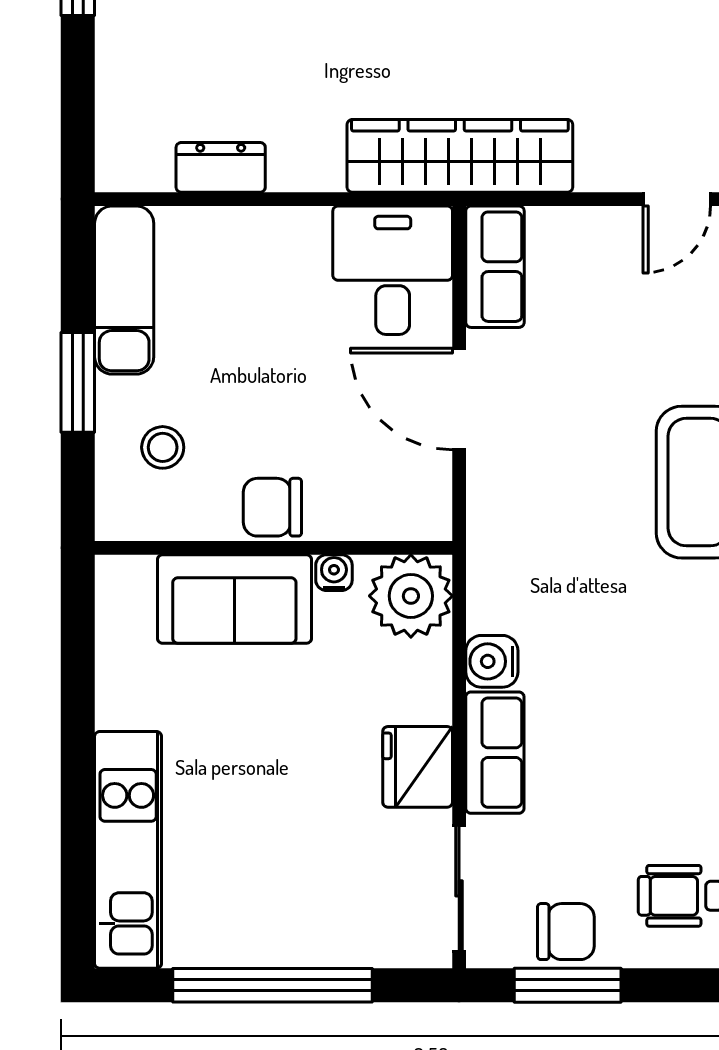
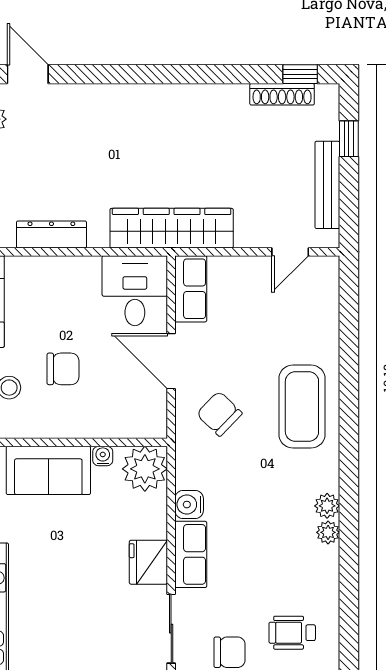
dresser: (221, 167) -> (51, 234), width x1.44
chair: (547, 495) -> (219, 414), added
chair: (272, 507) -> (63, 369), moved, turned 180

